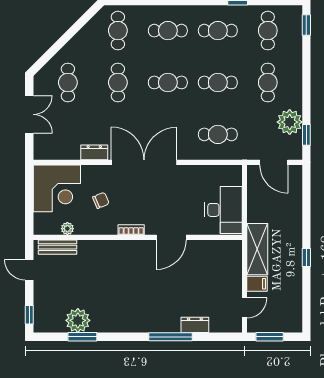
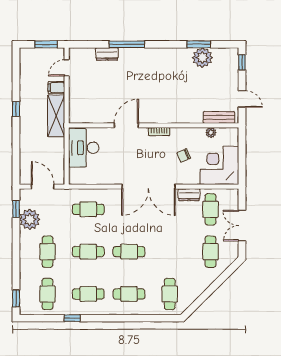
cafe table: (118, 82) -> (210, 209), moved

